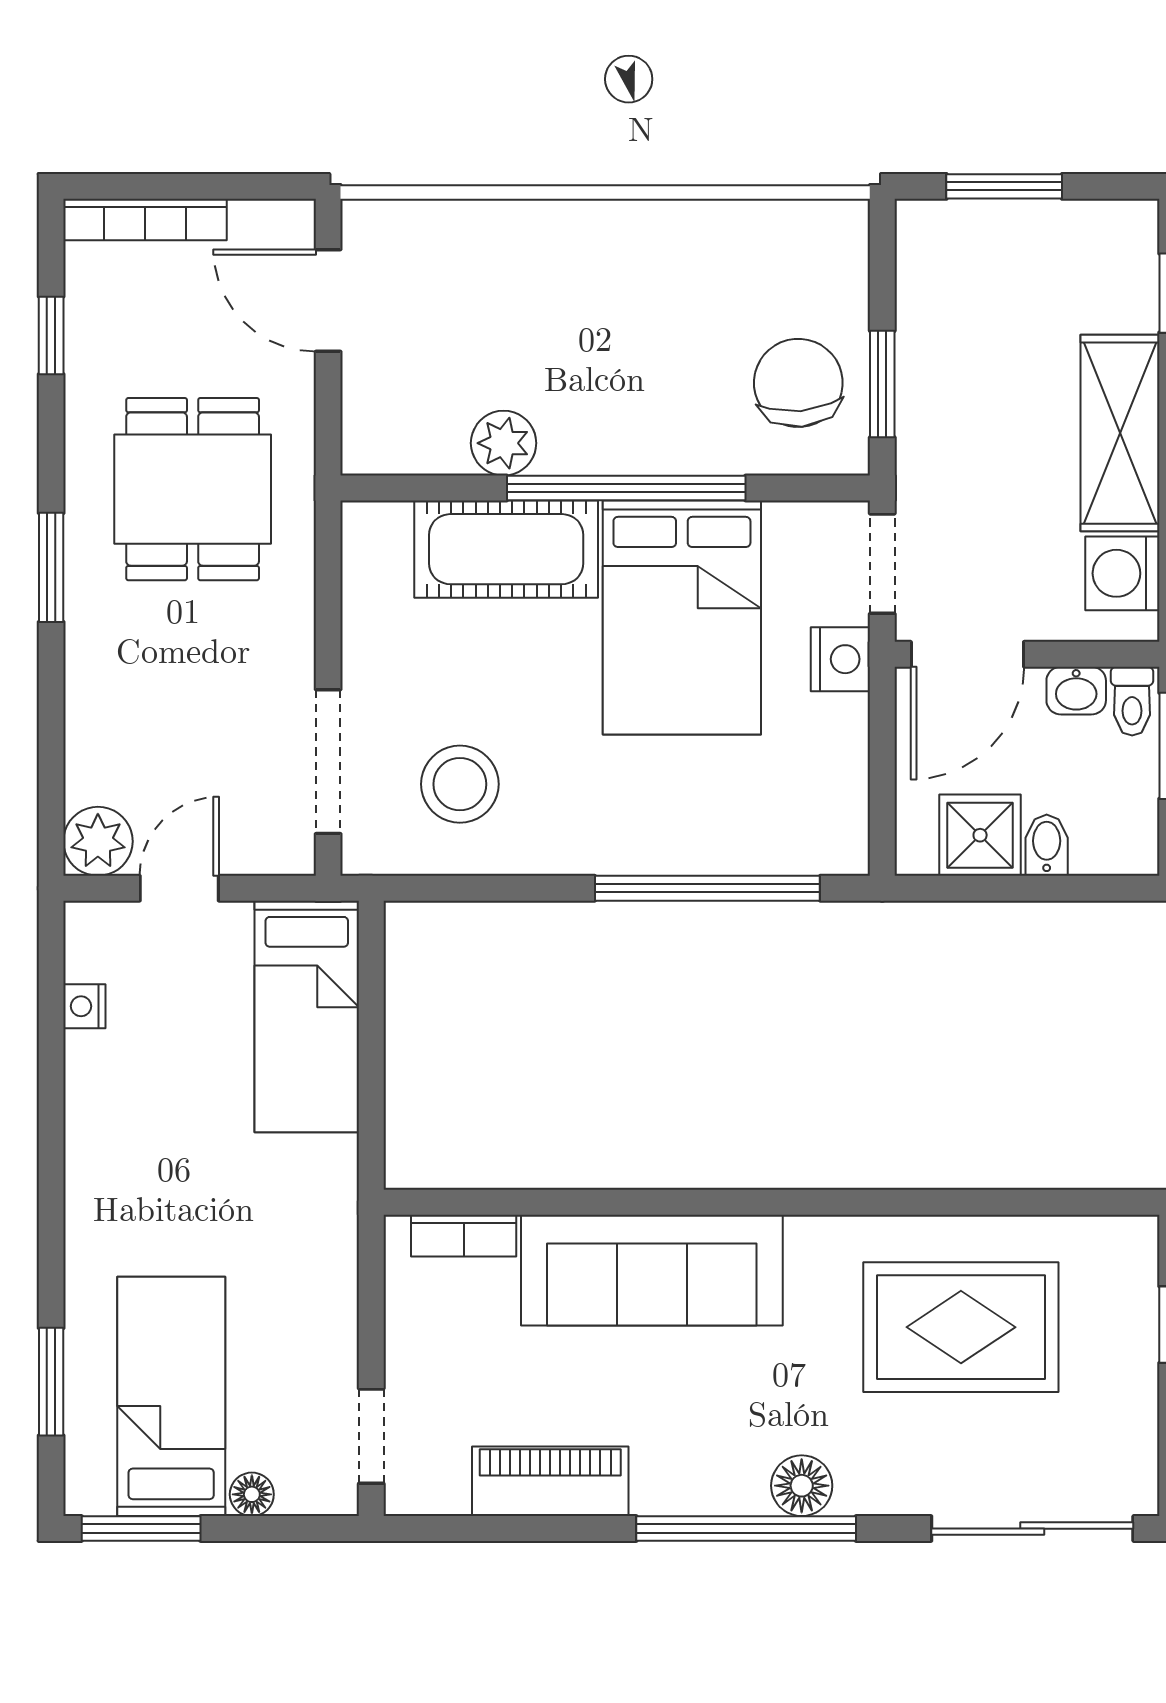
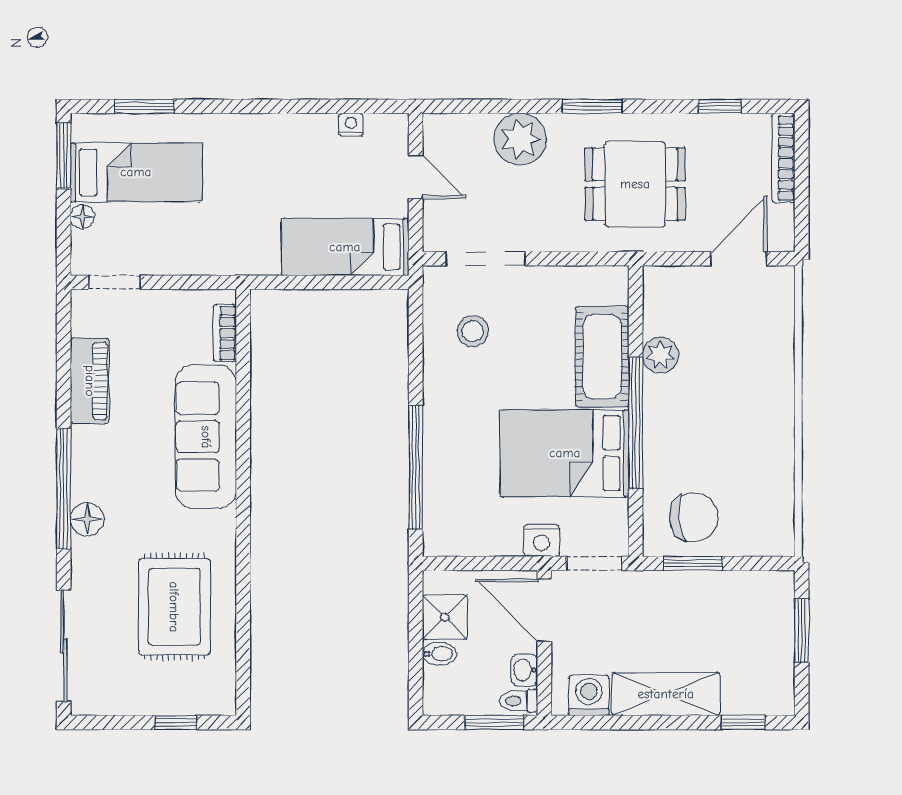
stool: (460, 784) -> (473, 331), width x0.73, depth x0.73
plant: (98, 841) -> (520, 139), moved, width x1.36, depth x1.36

